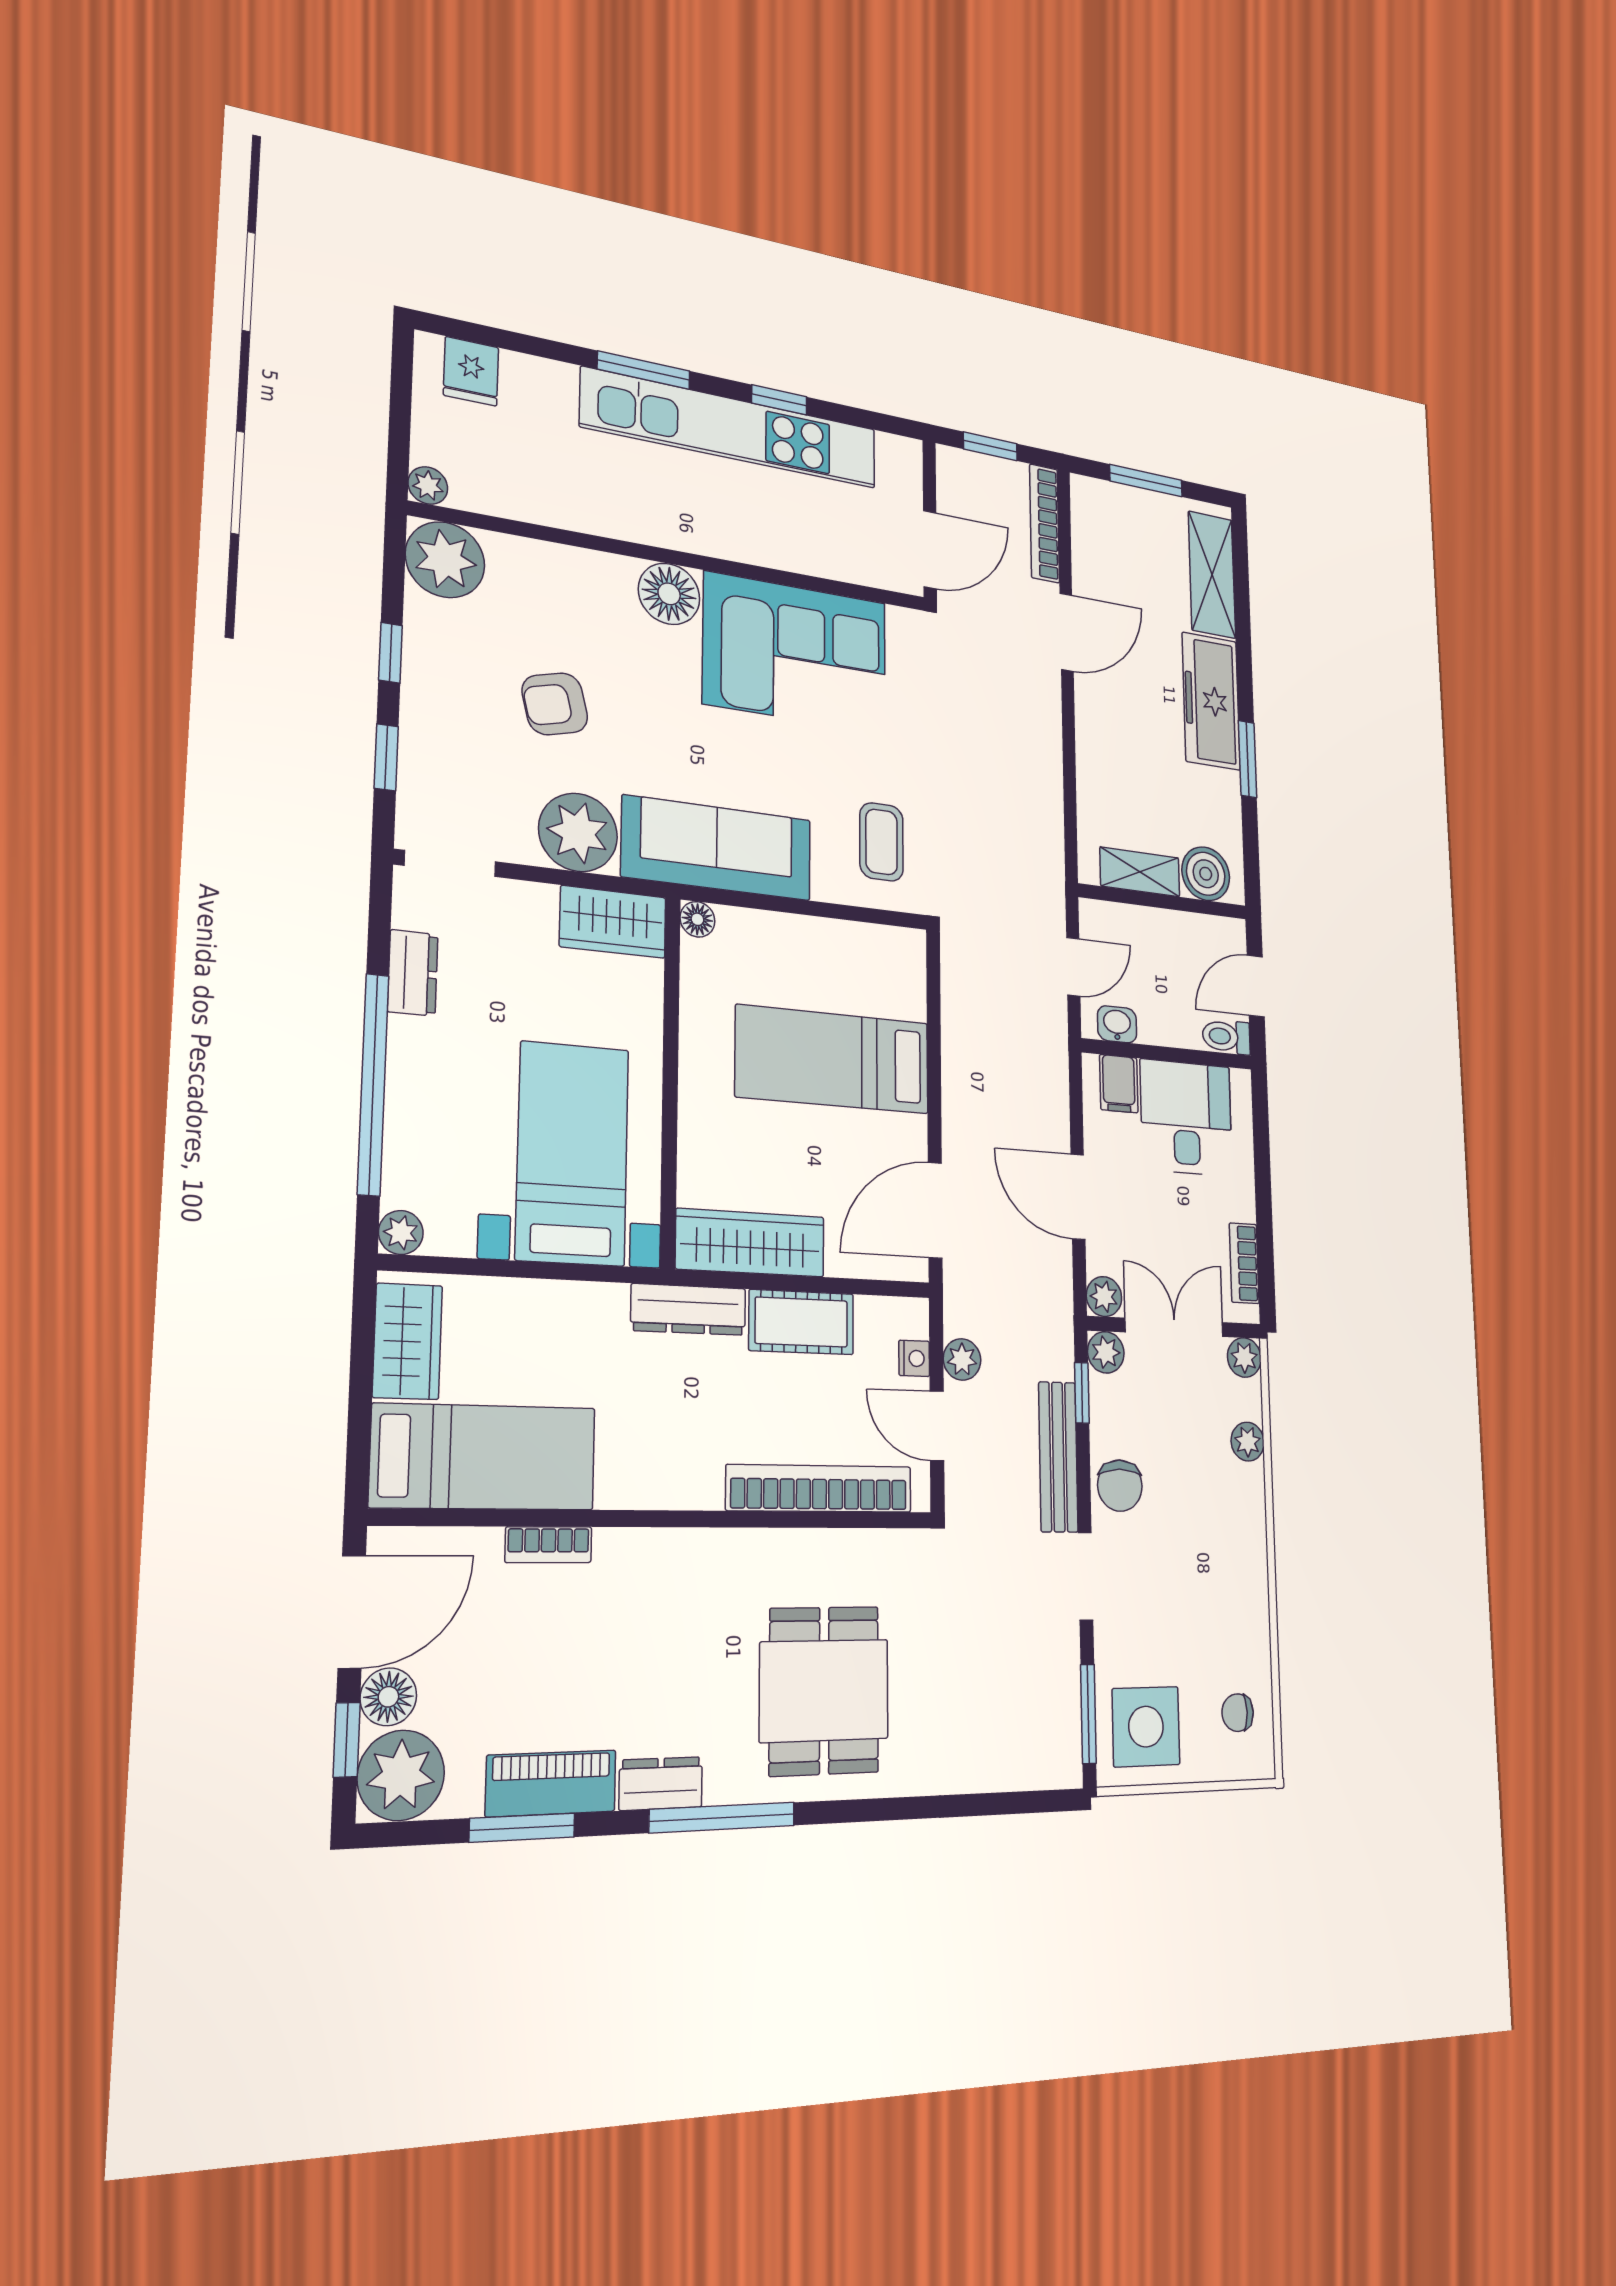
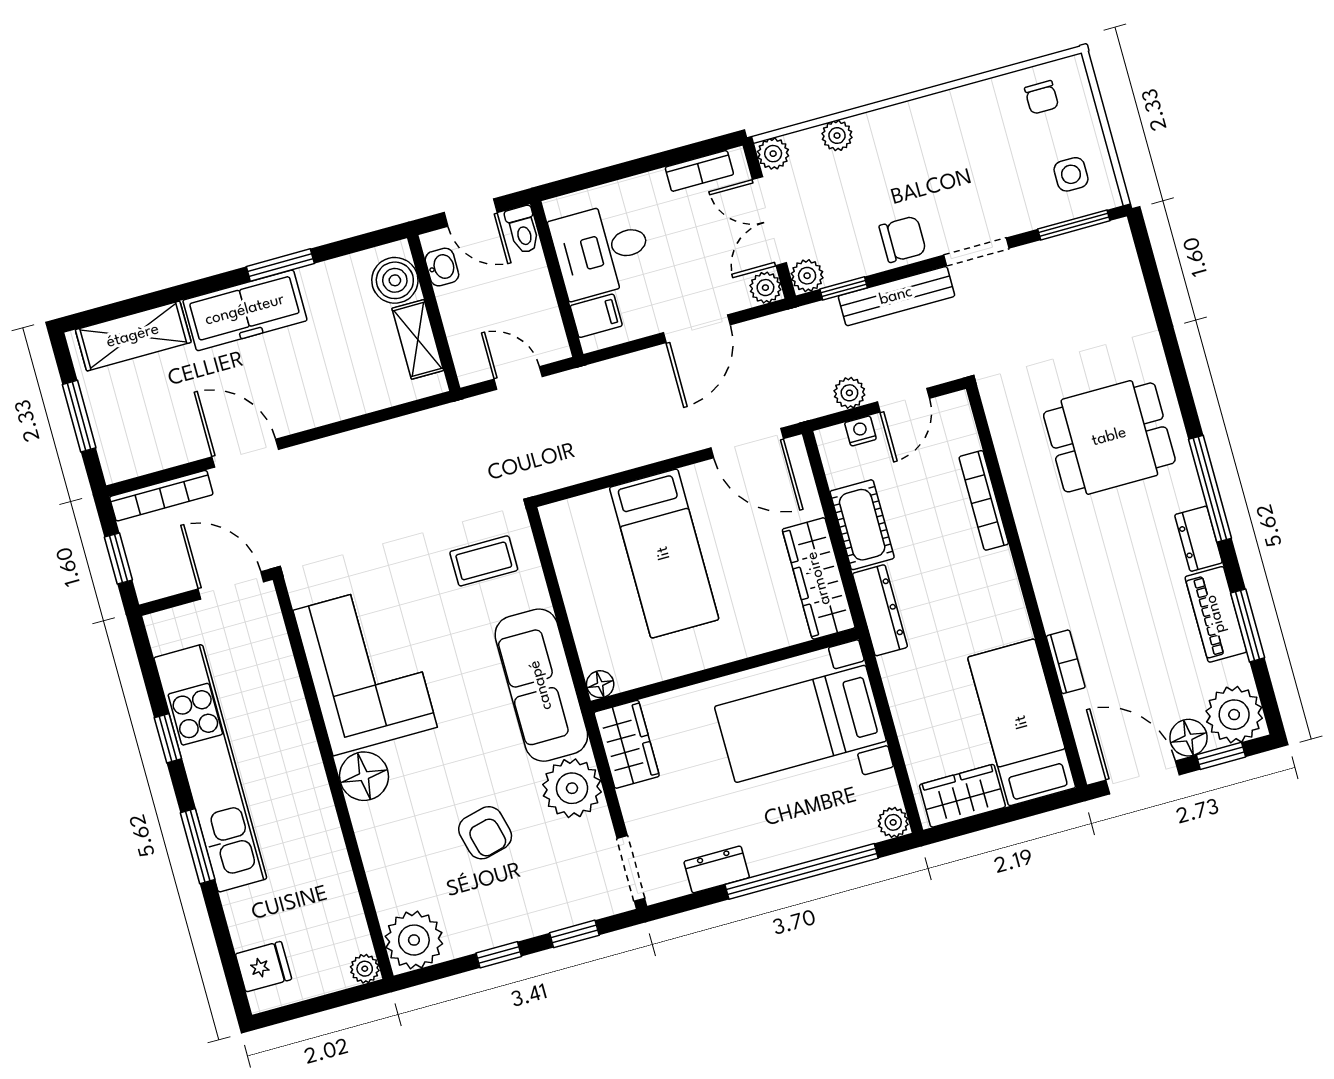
washbasin: (1117, 1024) -> (442, 267), moved, turned 180
bookcase: (820, 1488) -> (984, 500), width x0.68, depth x0.76
side table: (1146, 1727) -> (1071, 174), width x0.54, depth x0.54

